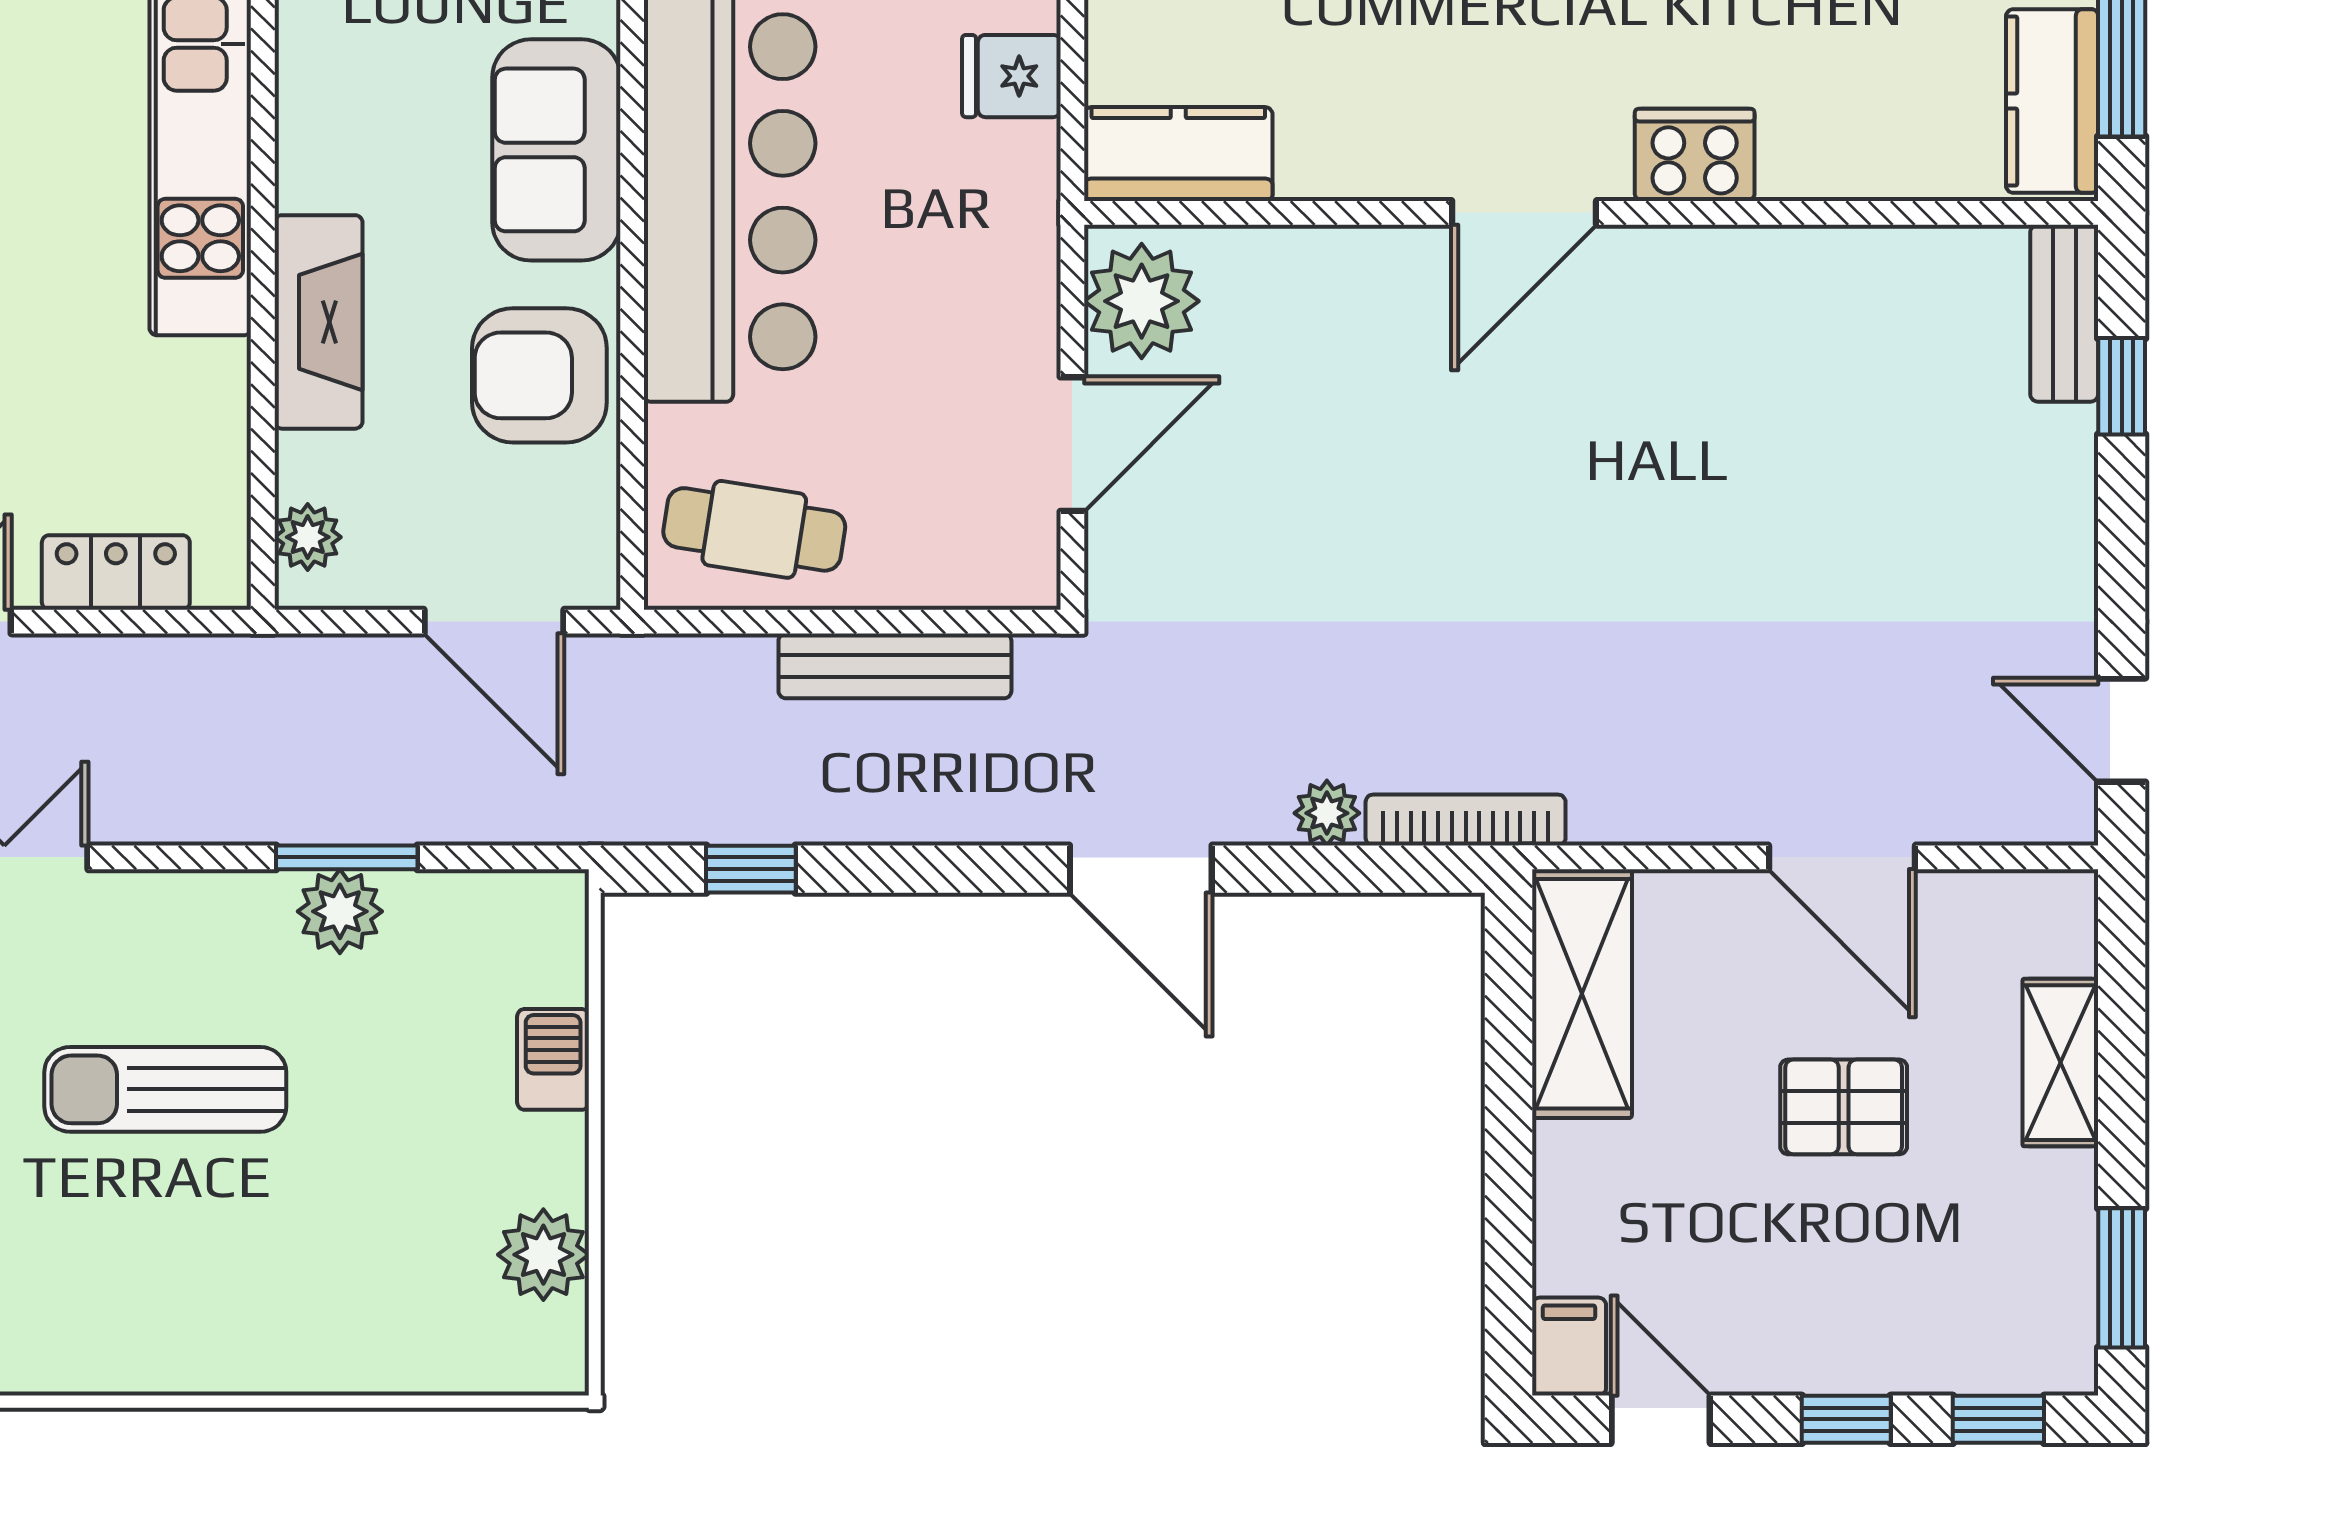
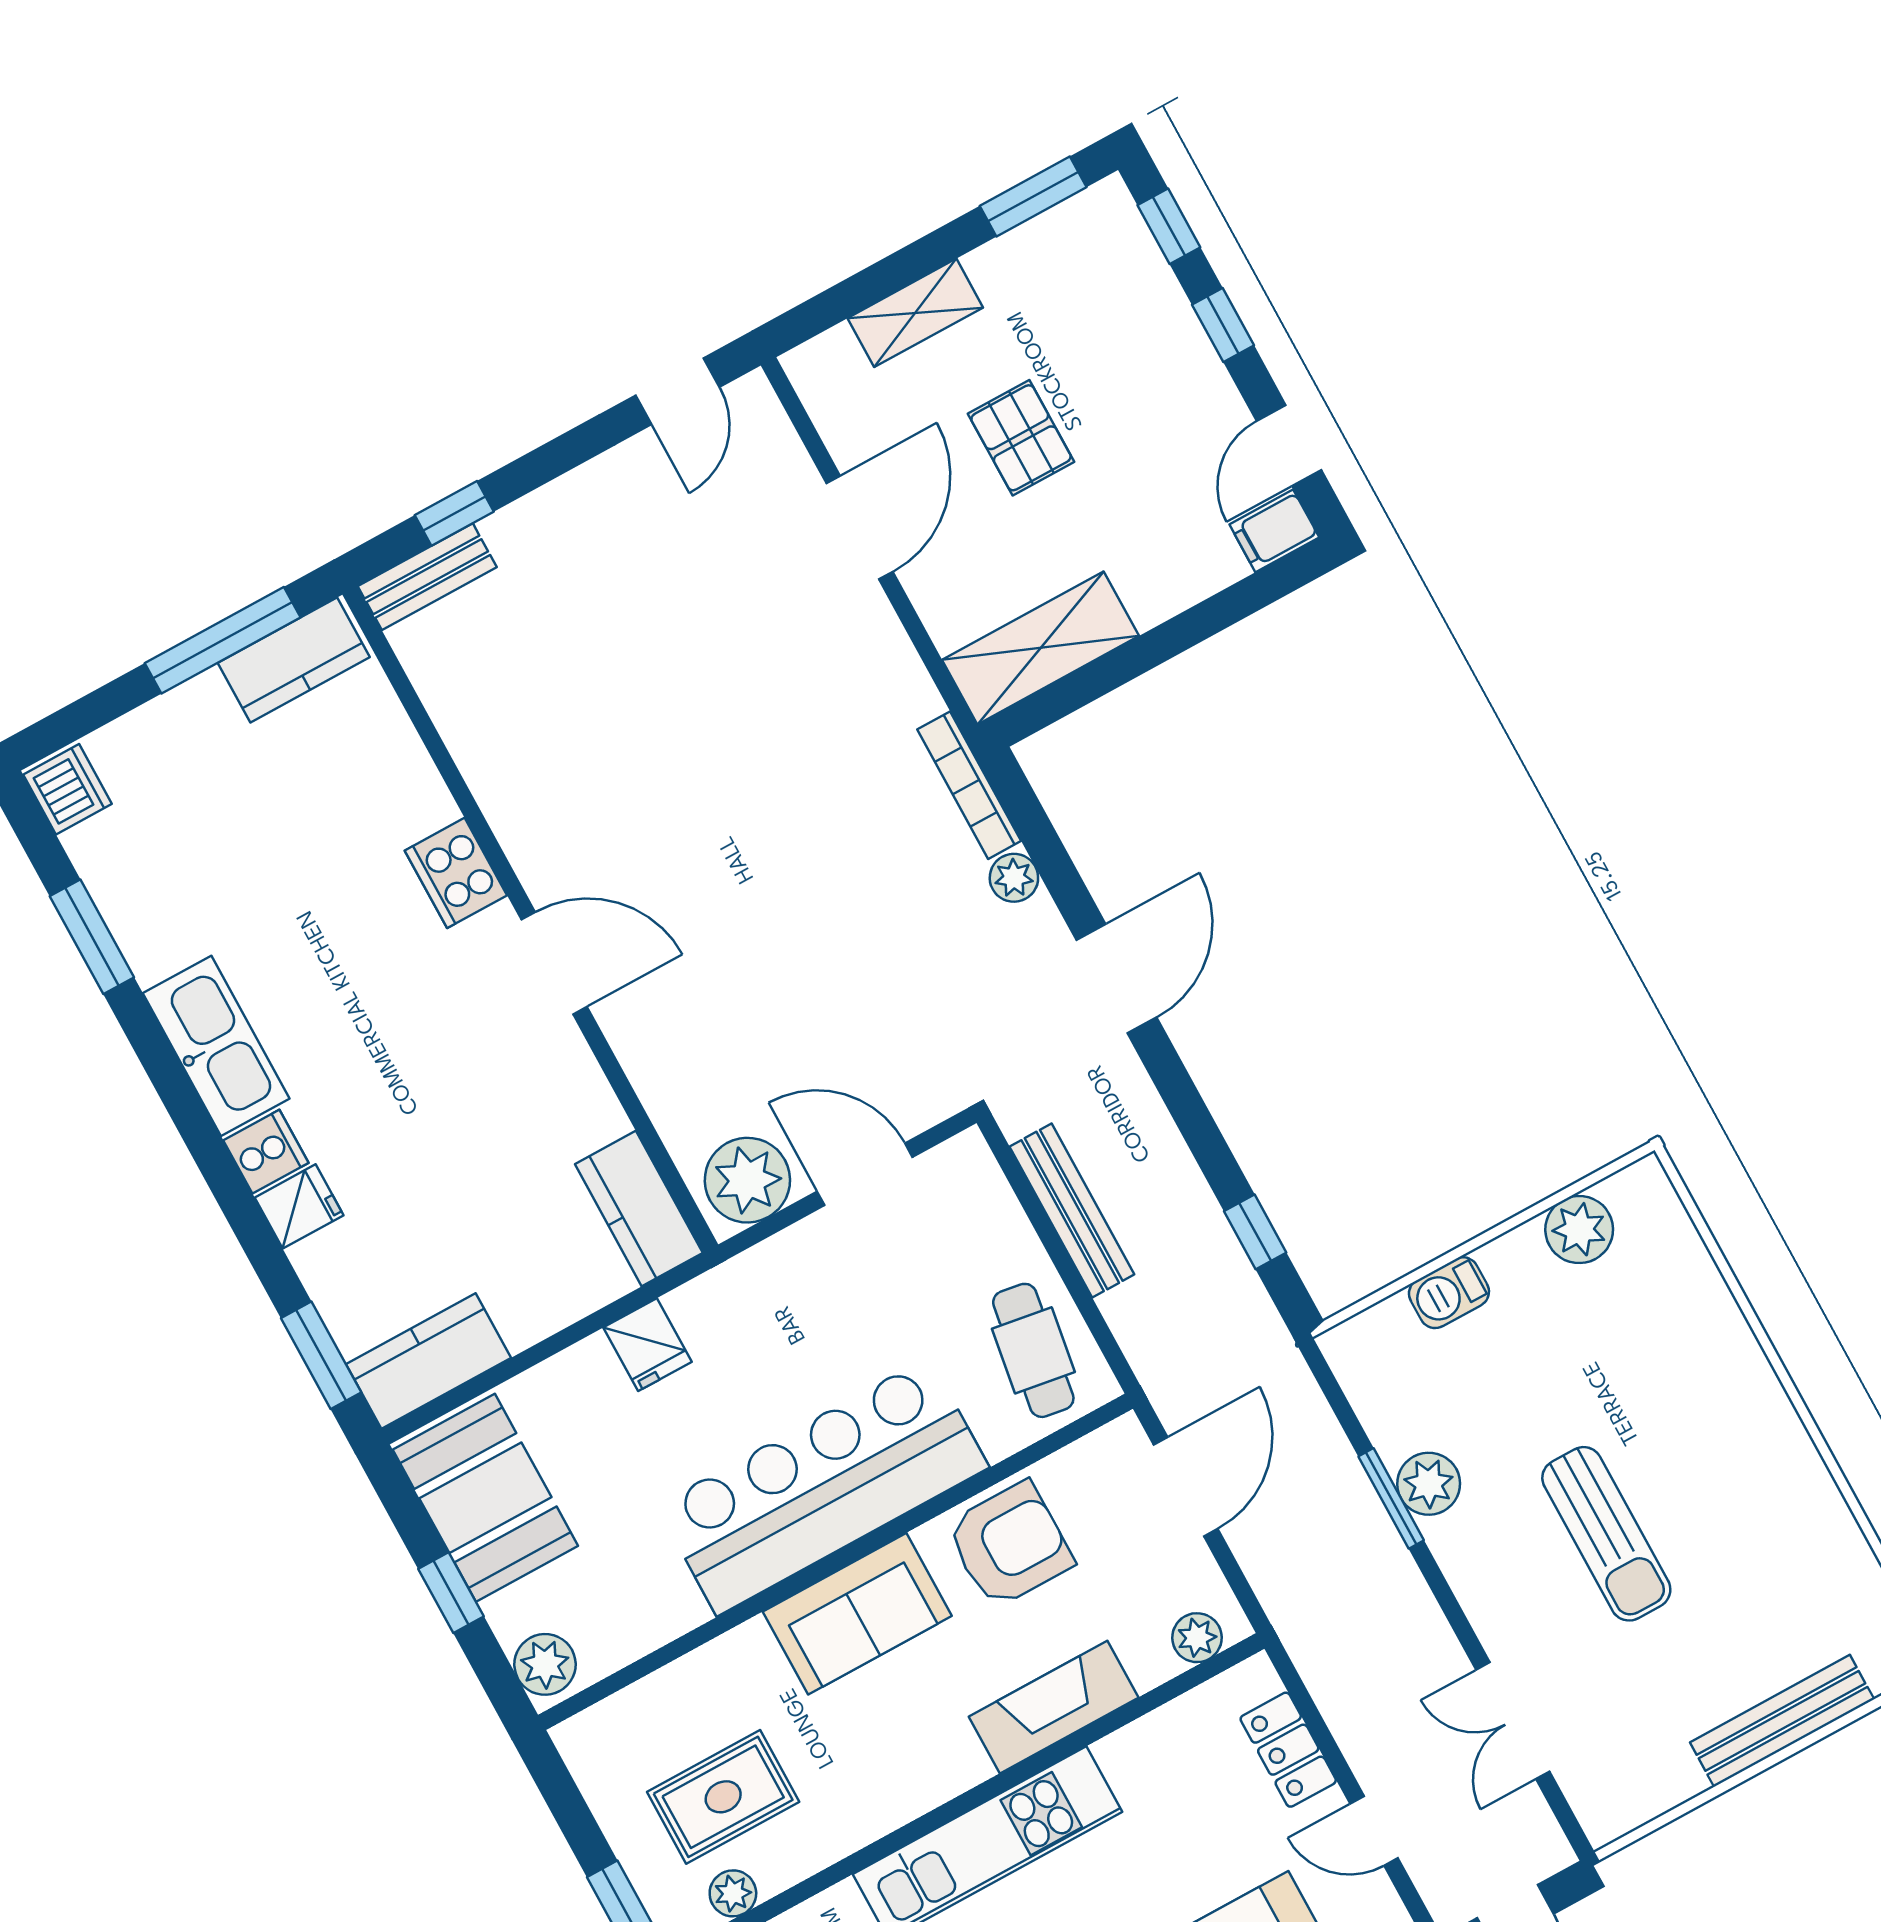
armchair: (539, 375) -> (1010, 1545), turned -90

